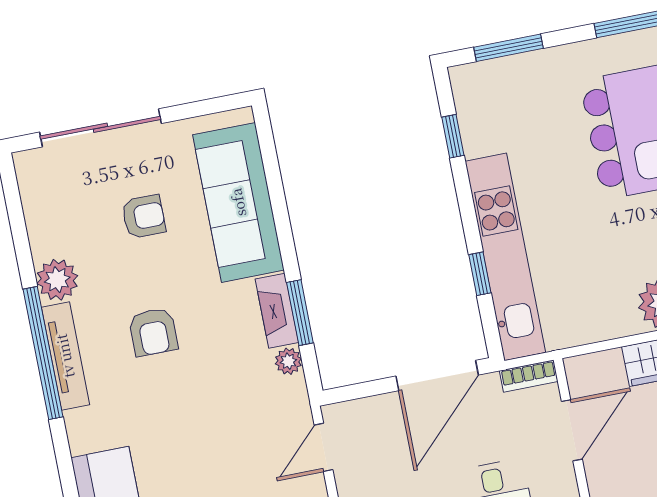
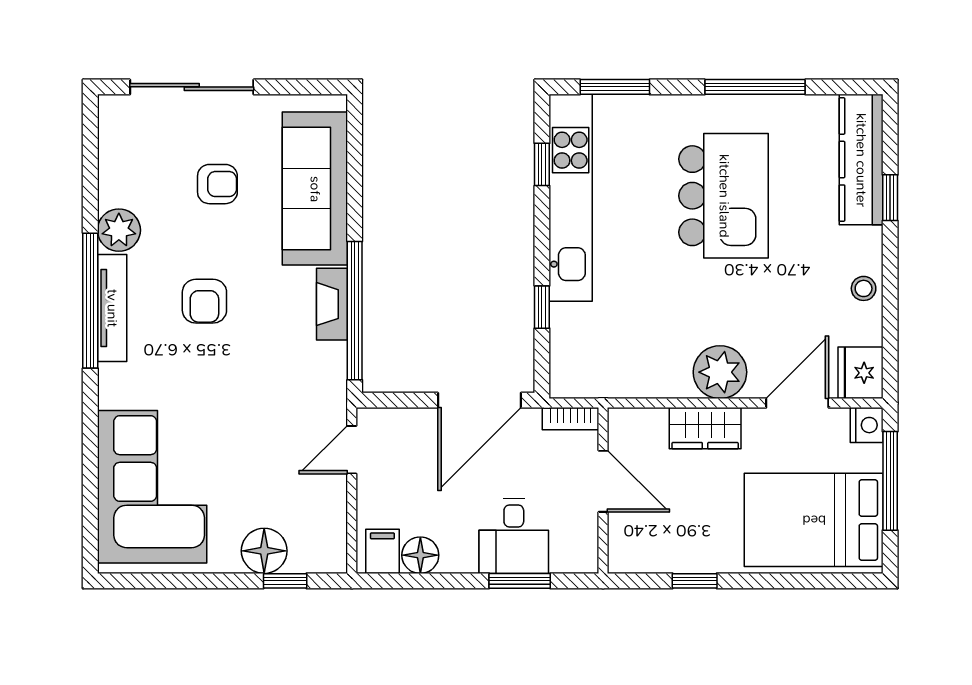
kitchen unit: (505, 257) -> (571, 198), moved
window: (300, 313) -> (355, 311), width x2.11
plant: (288, 361) -> (334, 357), removed
door: (572, 430) -> (603, 481), hinge flipped

